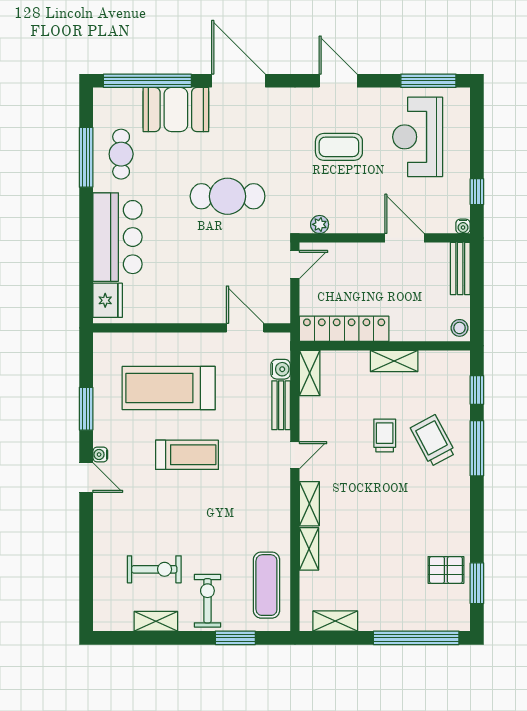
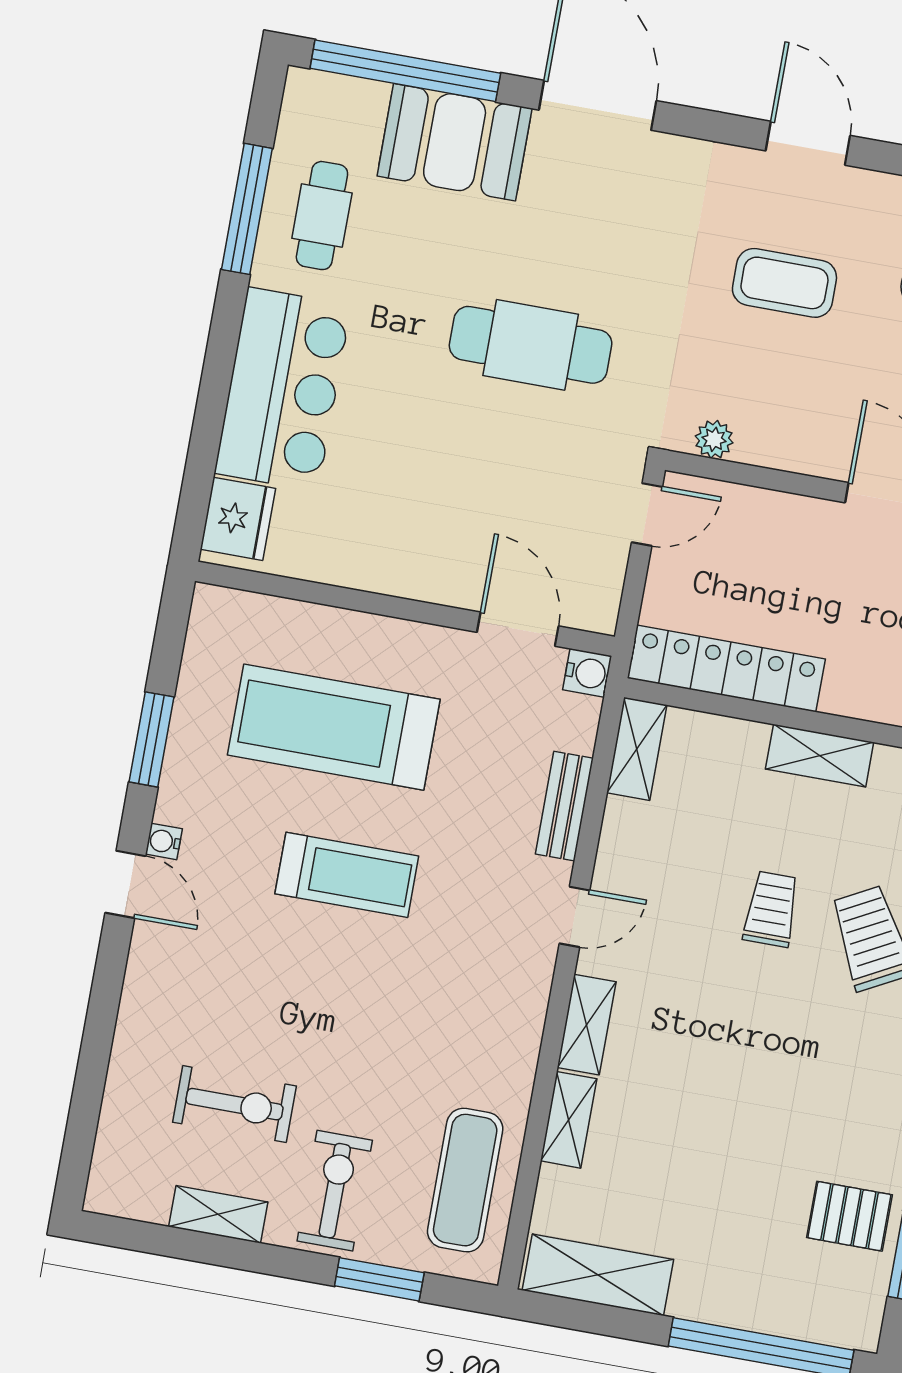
water cooler: (281, 369) -> (587, 673), moved
shelving: (335, 621) -> (598, 1275), width x1.50, depth x1.33

